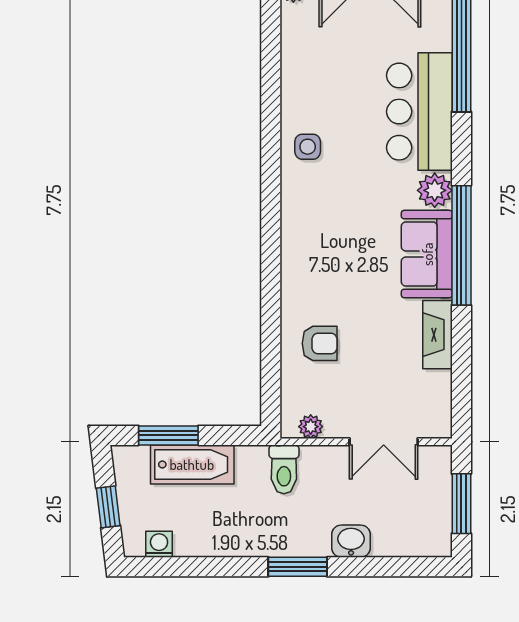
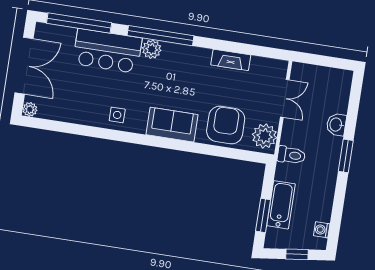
window: (461, 245) -> (161, 36), moved
sofa: (427, 254) -> (172, 125), moved, turned 180
armchair: (320, 343) -> (226, 125), width x1.88, depth x1.88
plant: (311, 427) -> (265, 136), width x1.88, depth x1.88
window: (461, 504) -> (325, 61), removed

